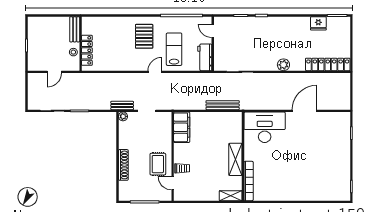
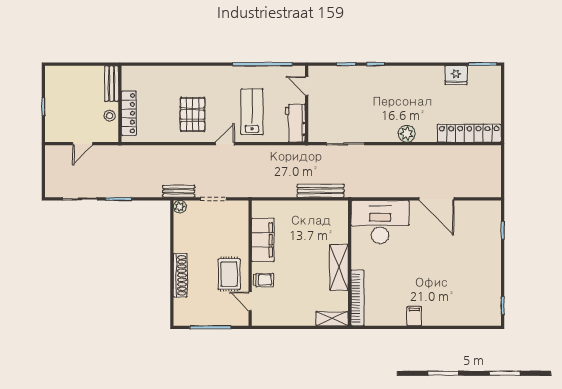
pallet: (144, 36) -> (192, 114), moved
door: (305, 111) -> (436, 199), swing flipped
filing cabinet: (182, 127) -> (263, 240), moved
filing cabinet: (289, 194) -> (414, 316), added

